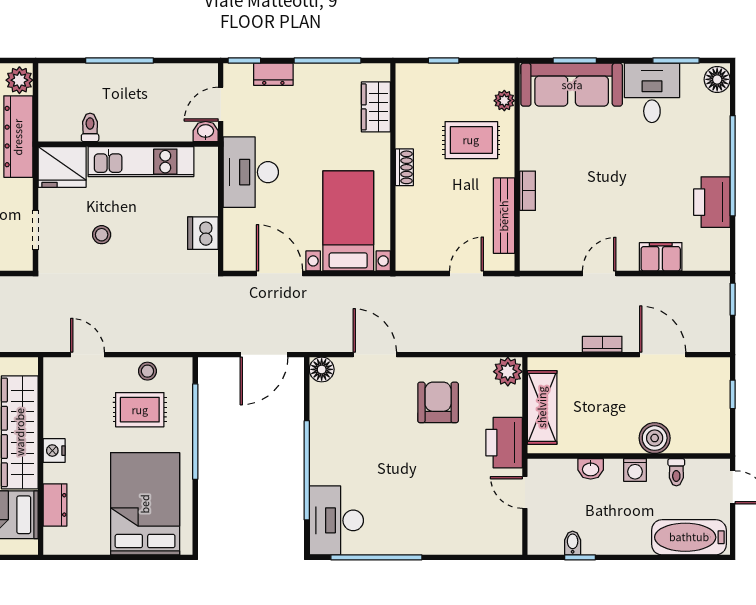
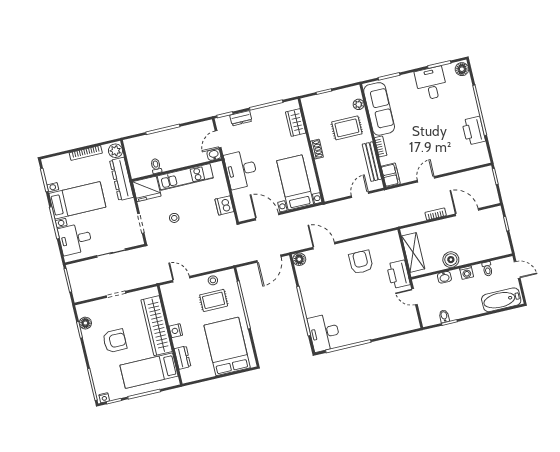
sofa: (572, 85) -> (379, 109), moved, turned -90
filing cabinet: (661, 257) -> (391, 175), moved, turned 90
plant: (508, 372) -> (392, 239), removed
boiler: (655, 438) -> (451, 260), moved

